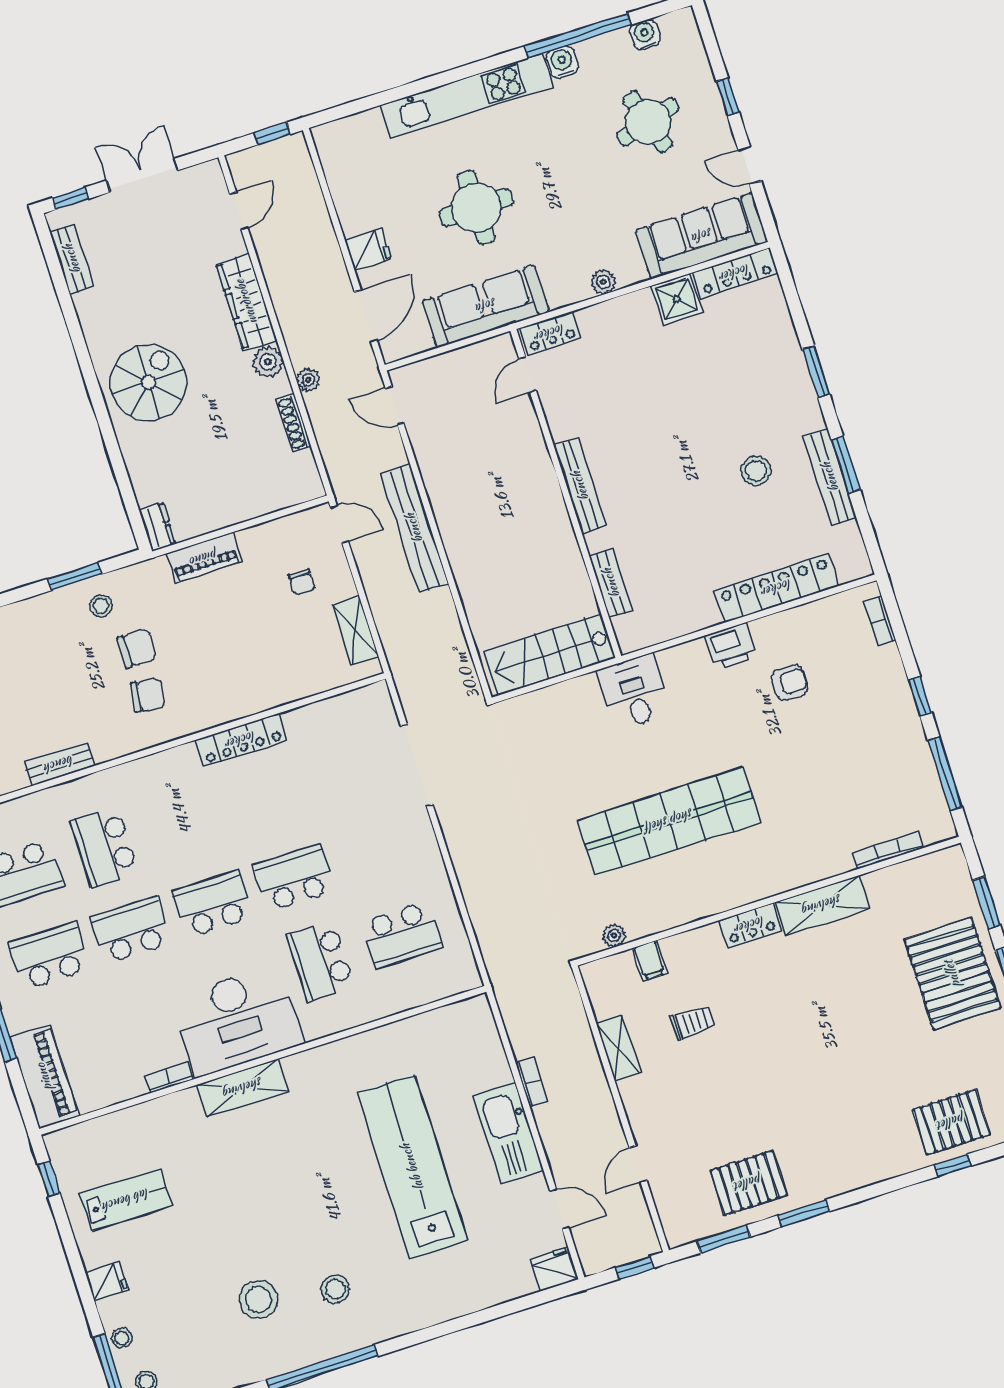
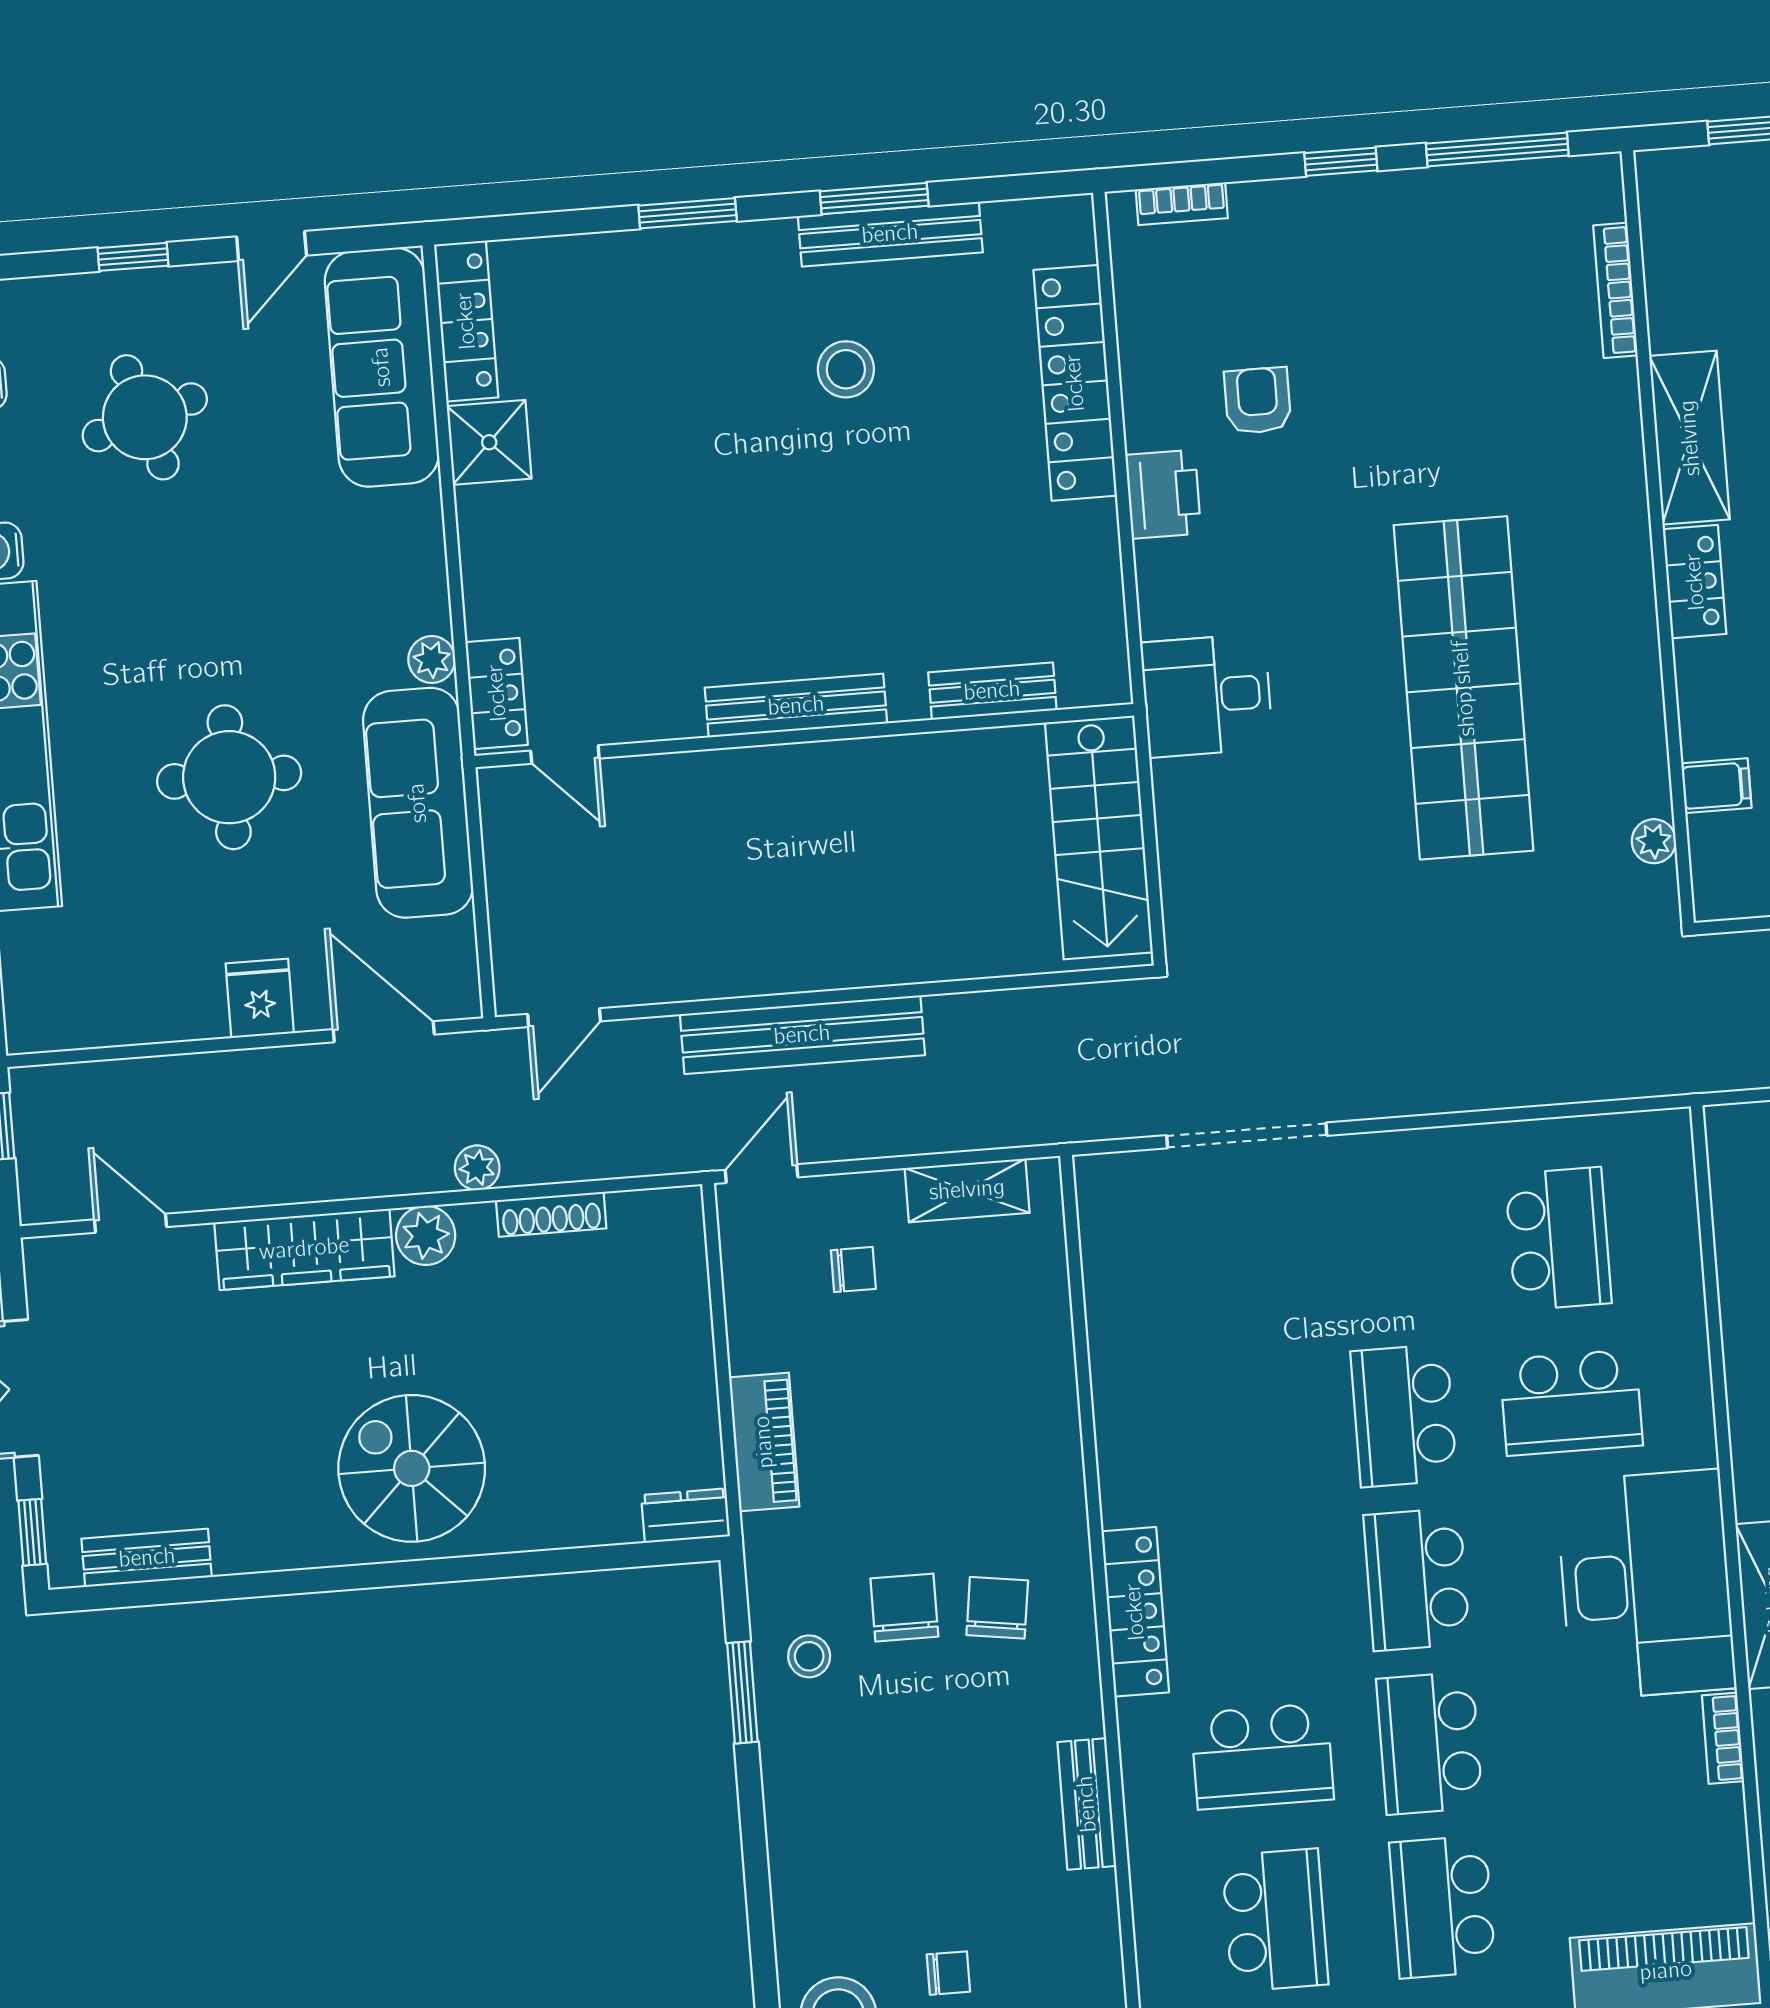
plant: (603, 282) -> (432, 660), moved
locker: (241, 740) -> (1135, 1612), moved

